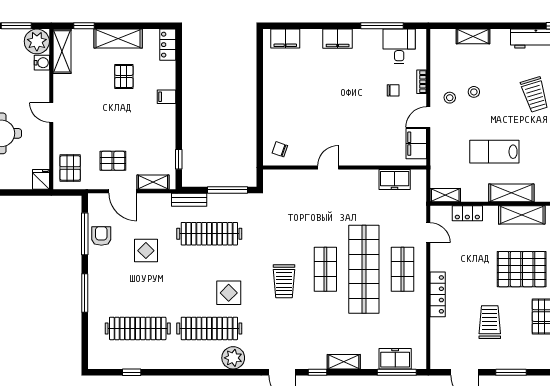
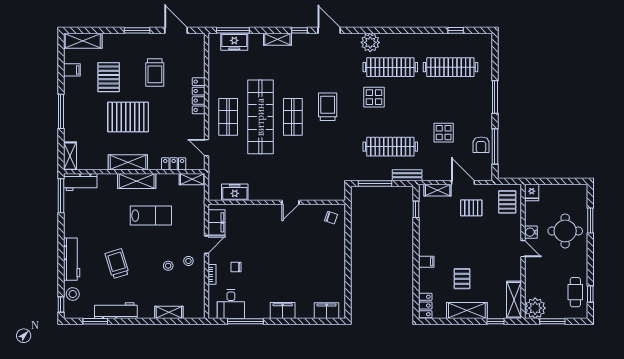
water cooler: (42, 63) -> (531, 232), moved

